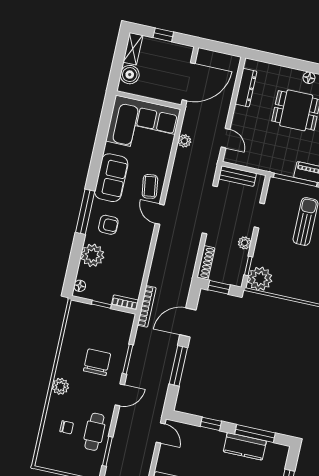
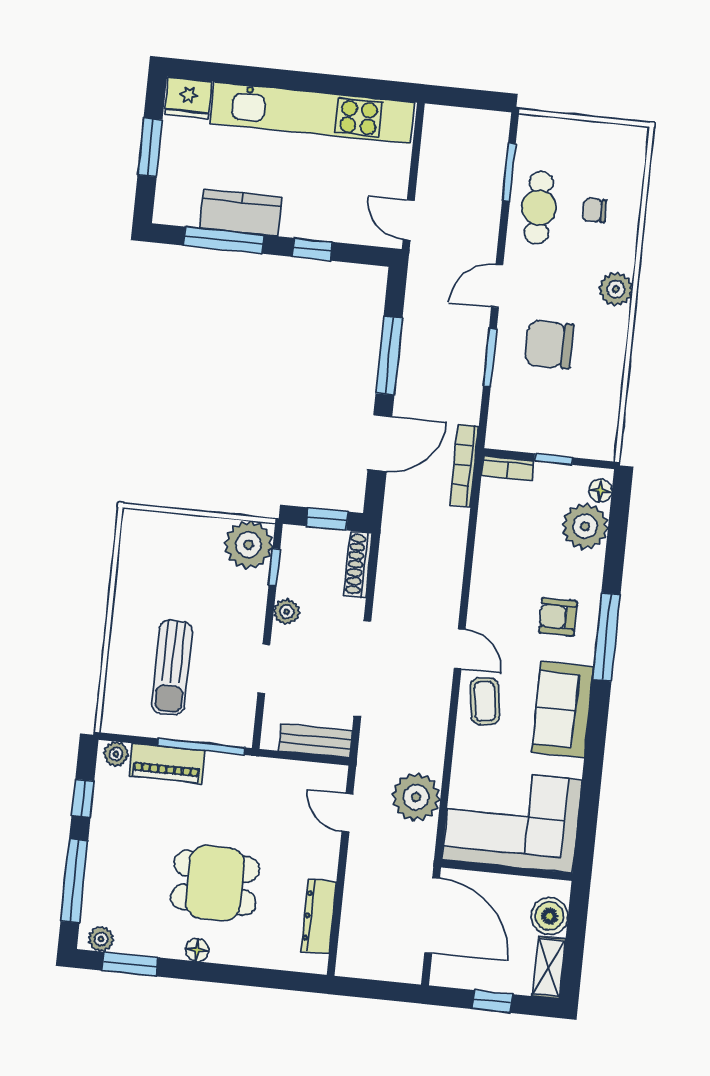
door: (189, 82) -> (432, 915), swing flipped
plant: (184, 141) -> (416, 797), width x1.88, depth x1.88
plant: (92, 255) -> (585, 526), moved
chair: (97, 362) -> (549, 345), turned 90

